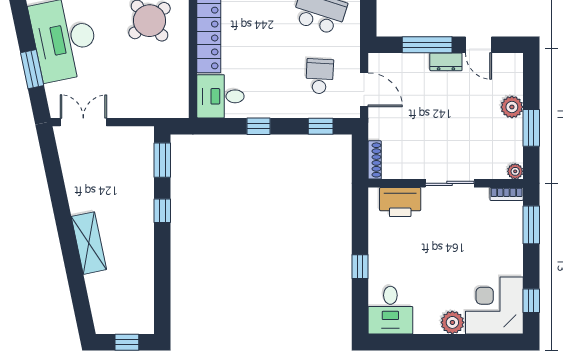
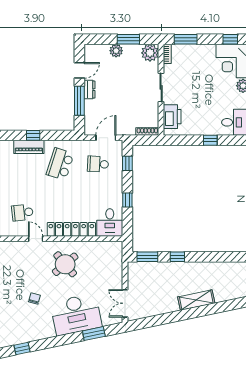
plant: (515, 171) -> (150, 53), width x1.88, depth x1.88

